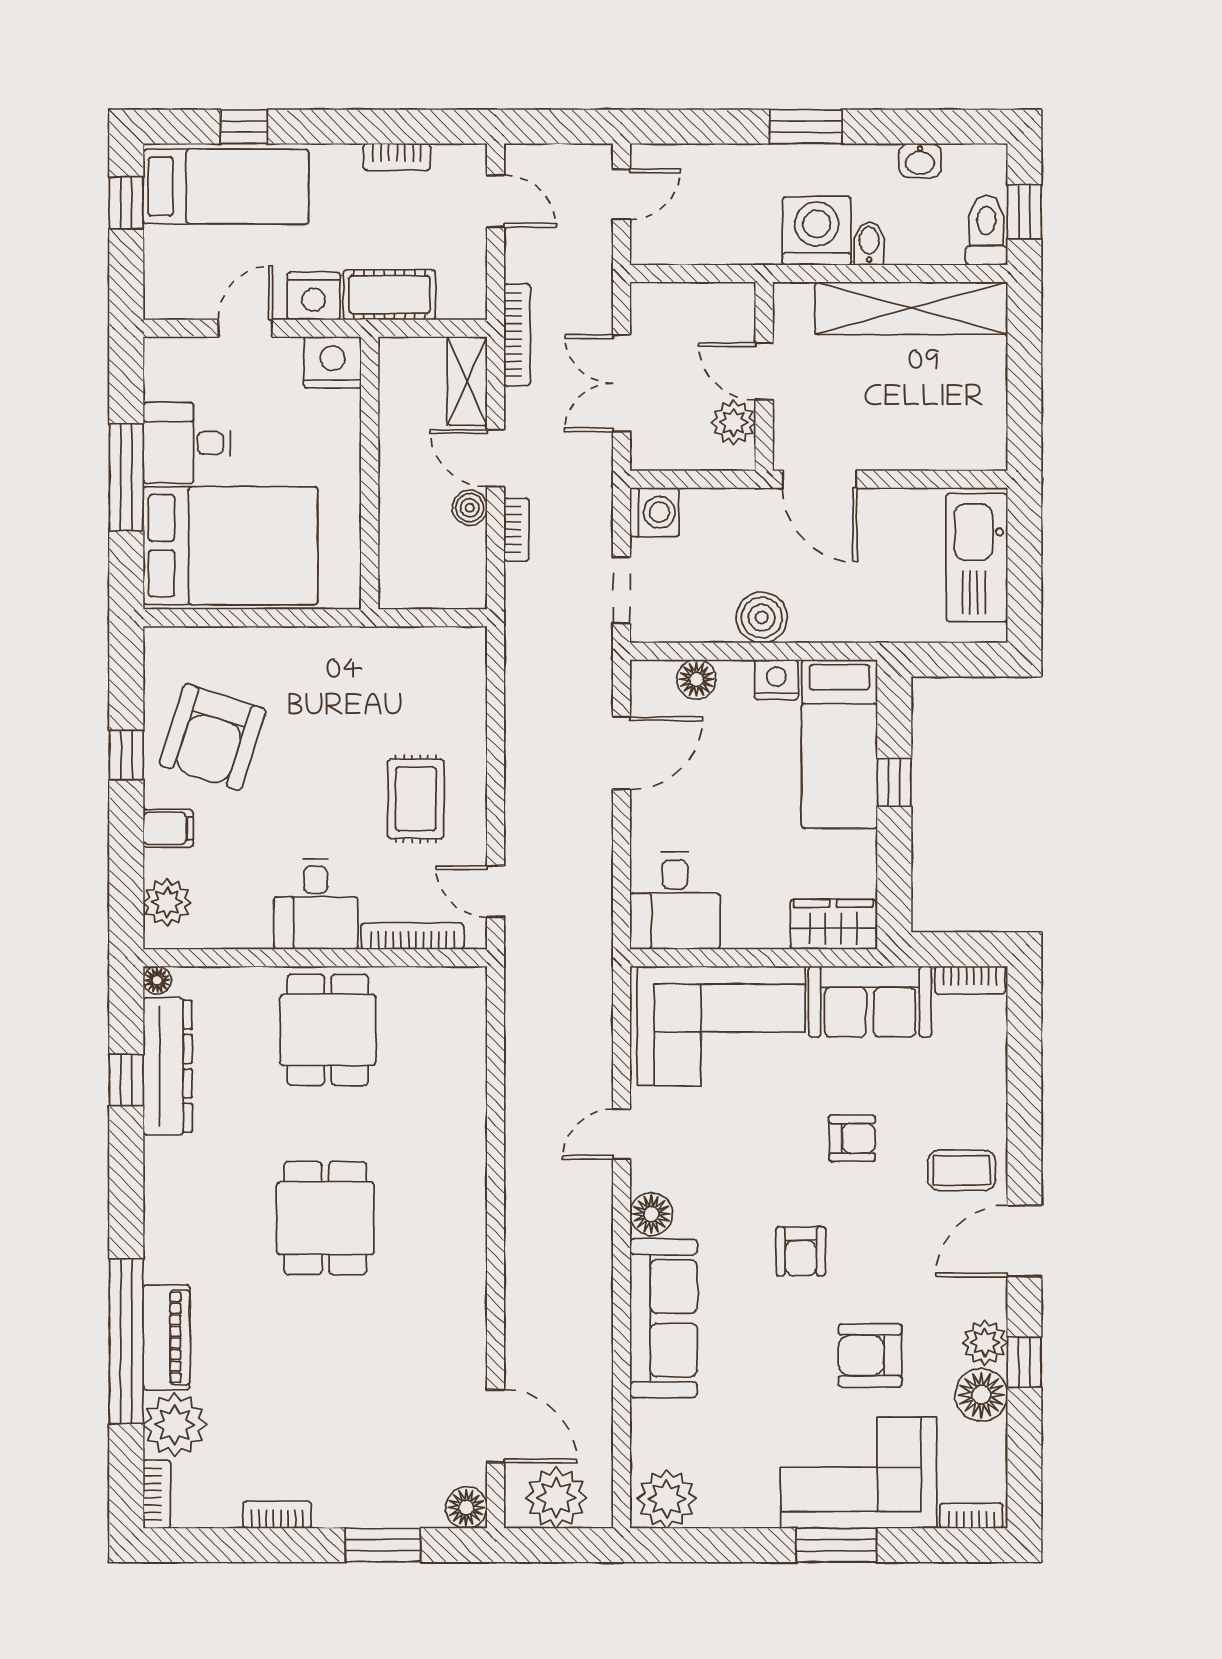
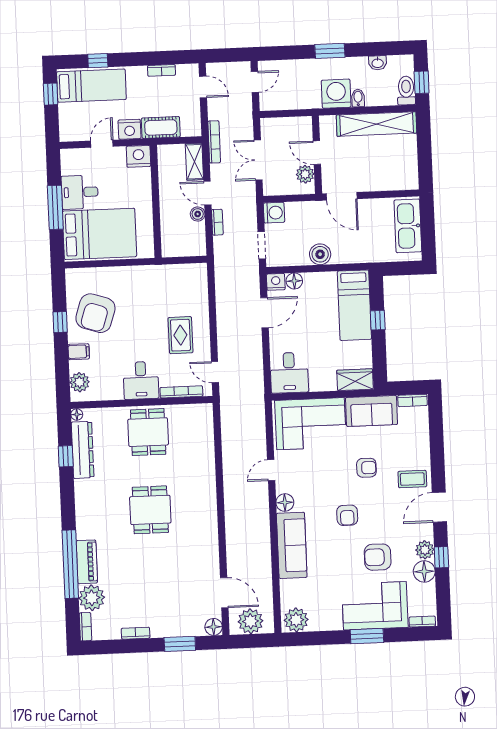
nightstand: (776, 680) -> (276, 282), moved

